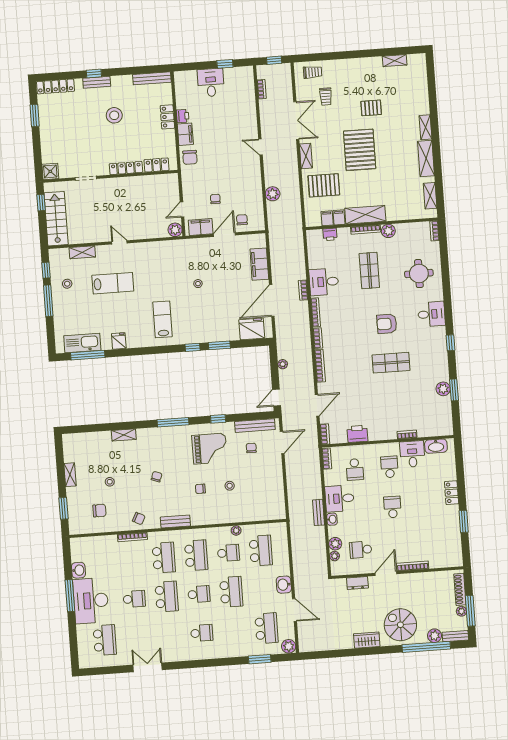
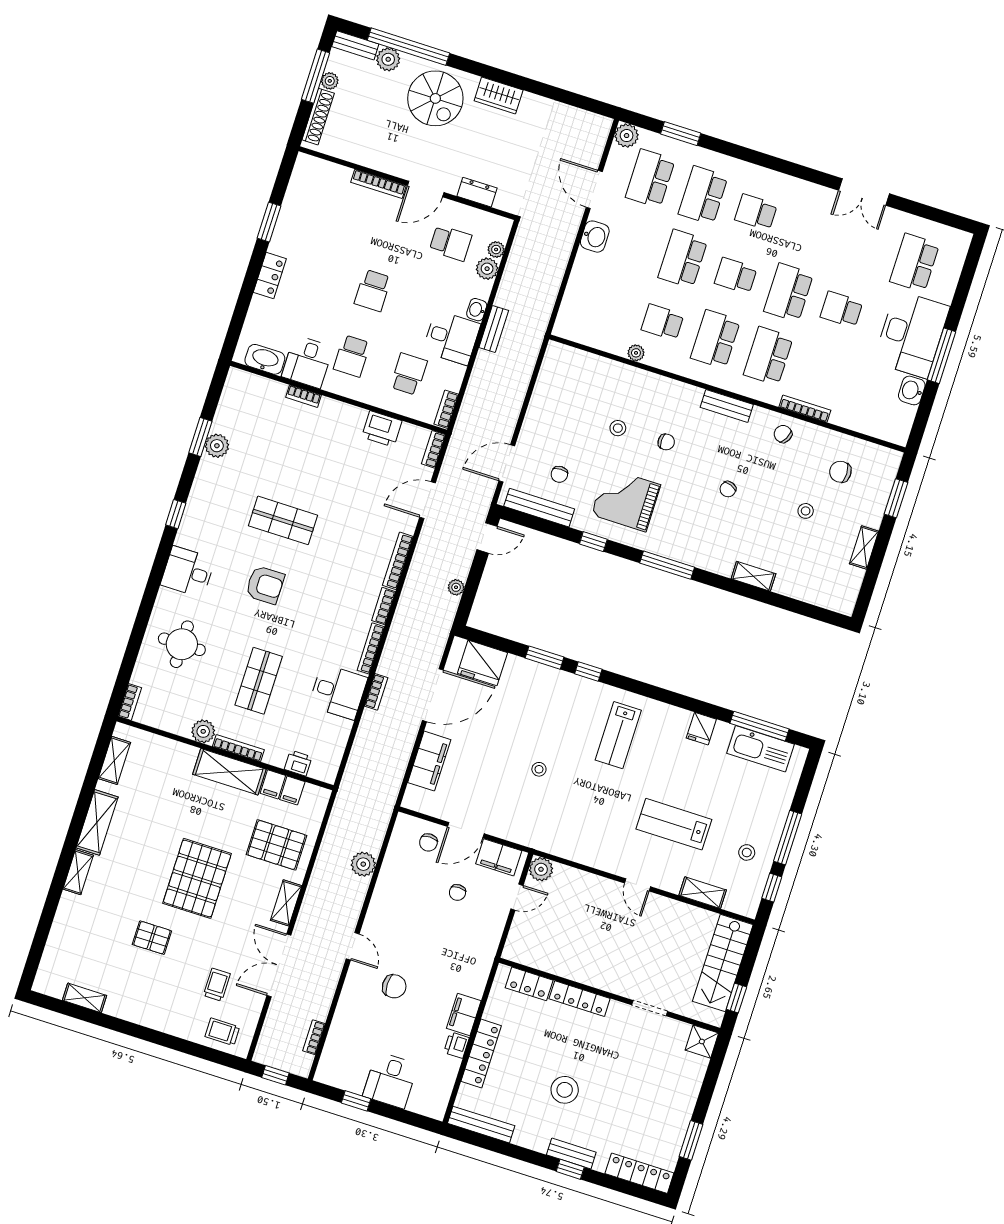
locker: (167, 117) -> (481, 1053), width x1.53
chair: (190, 157) -> (394, 986), moved, turned 90
school desk: (261, 551) -> (703, 195), moved

